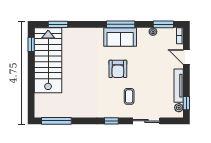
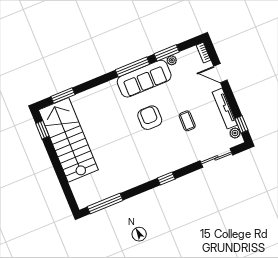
window: (163, 24) -> (167, 53), moved
sofa: (120, 37) -> (144, 79), width x1.36
armchair: (118, 69) -> (150, 118), turned 180
coffee table: (129, 96) -> (187, 121), moved
sliding door: (146, 121) -> (216, 158), moved

